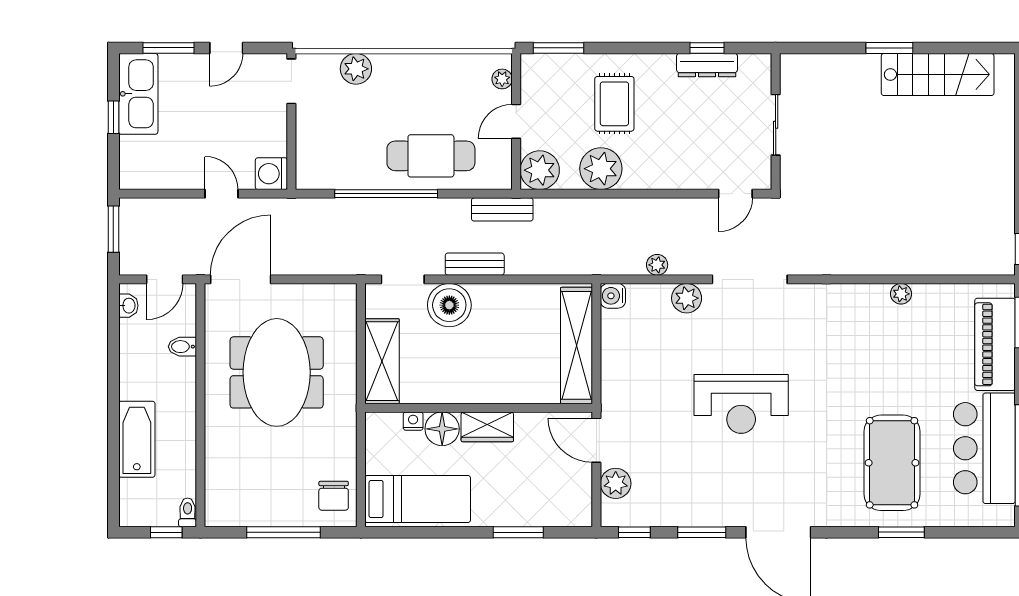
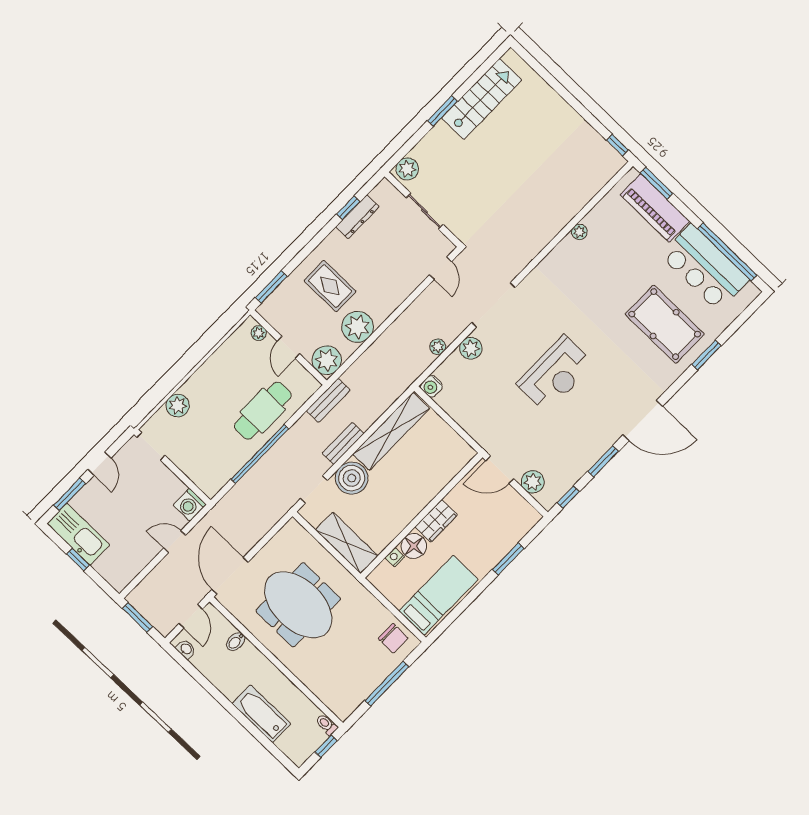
plant: (800, 68) -> (407, 169), added
shelving: (576, 345) -> (391, 431), moved, turned 90

